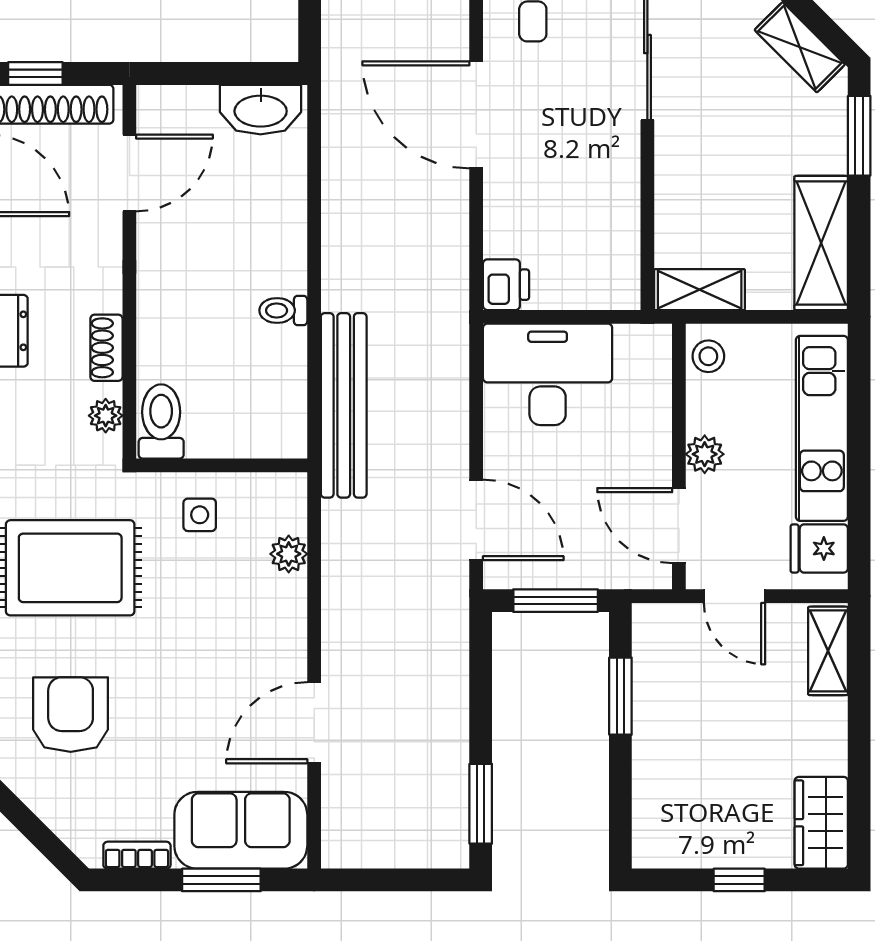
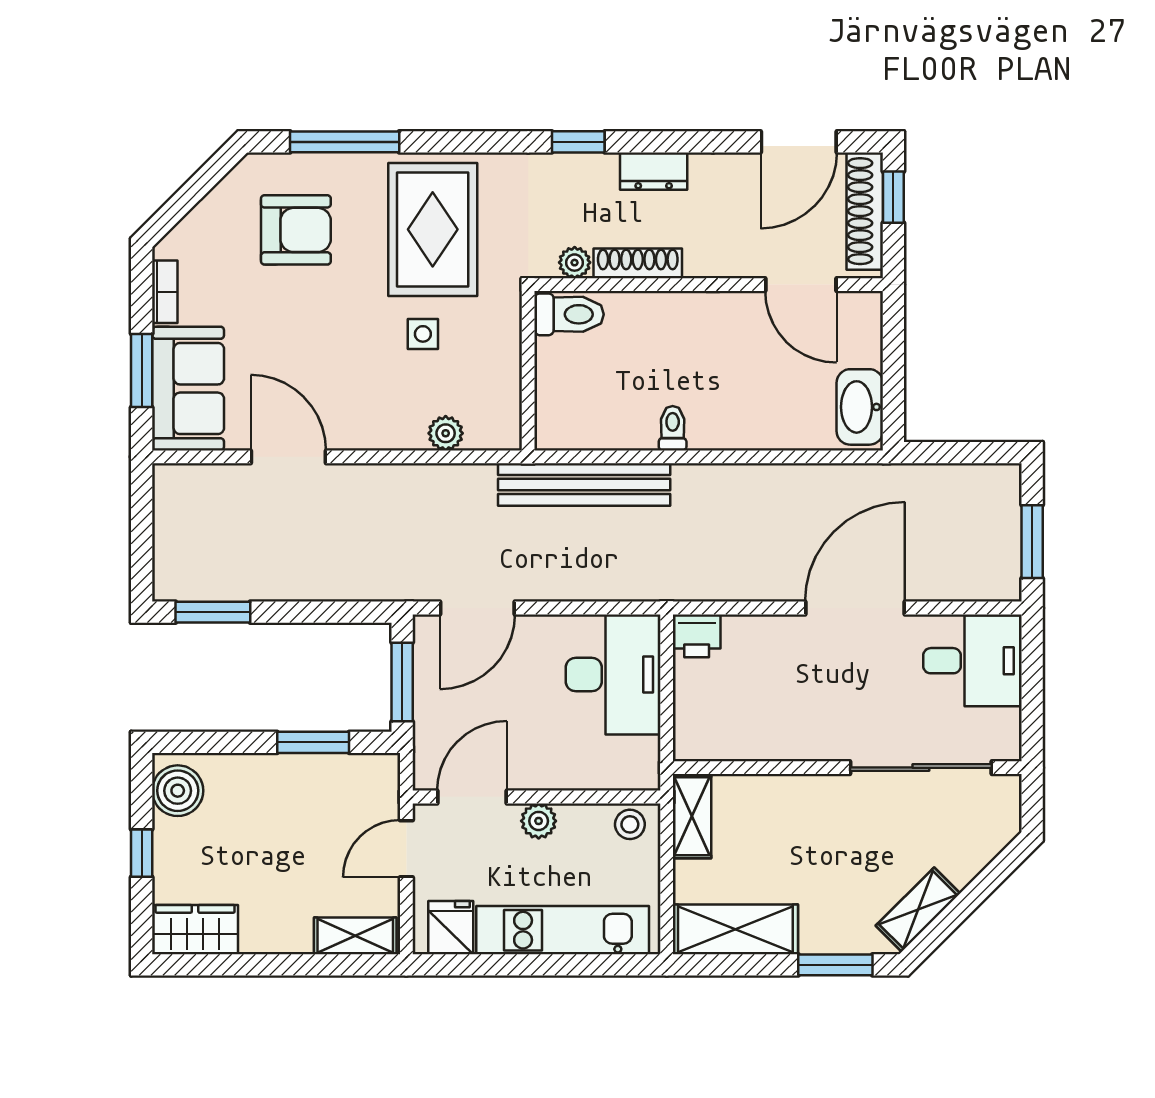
shoe rack: (106, 348) -> (638, 263), width x1.43
side table: (200, 515) -> (423, 334), moved
boiler: (672, 841) -> (178, 791), added

